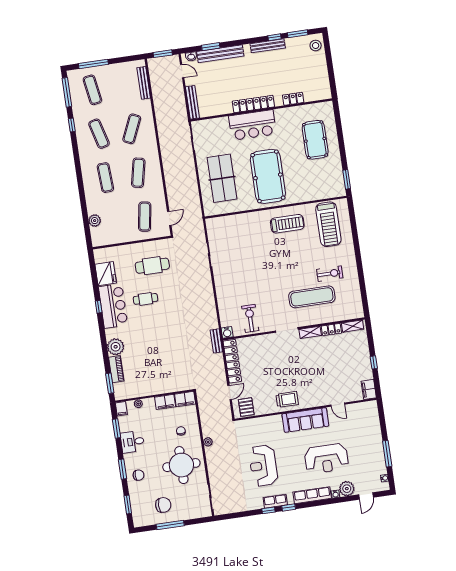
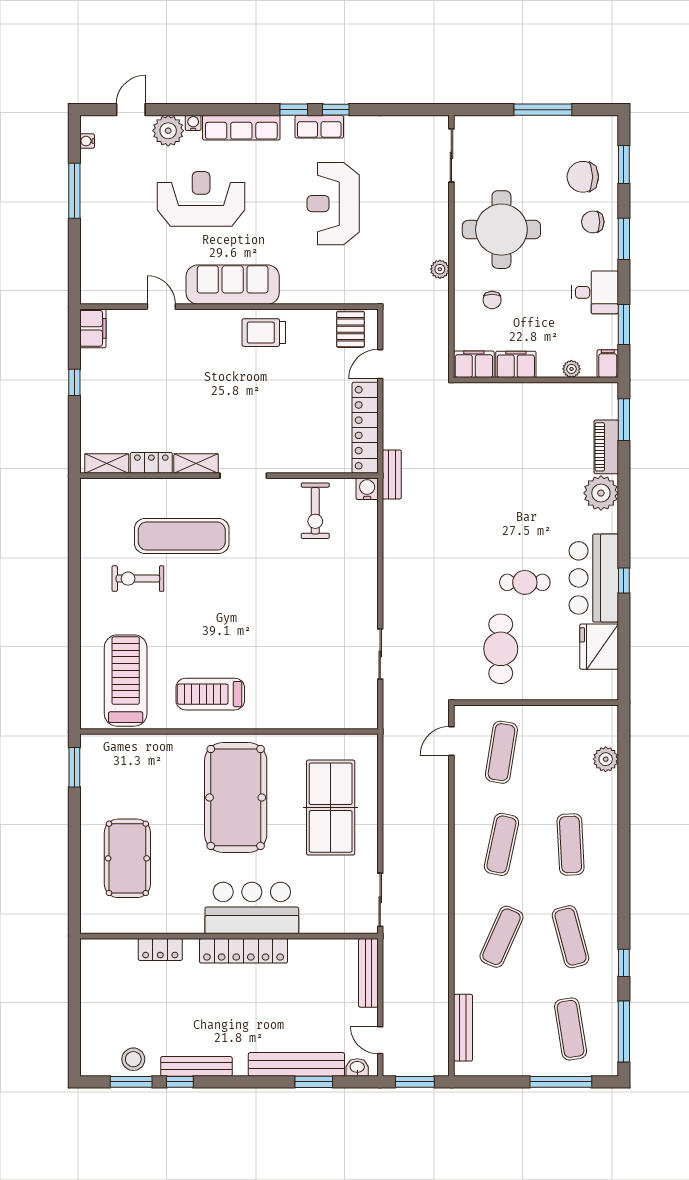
stool: (316, 46) -> (133, 1059), moved
cafe table: (152, 266) -> (501, 649), turned 90
reception desk: (263, 466) -> (333, 204), turned 180
chair: (163, 505) -> (583, 177), moved

